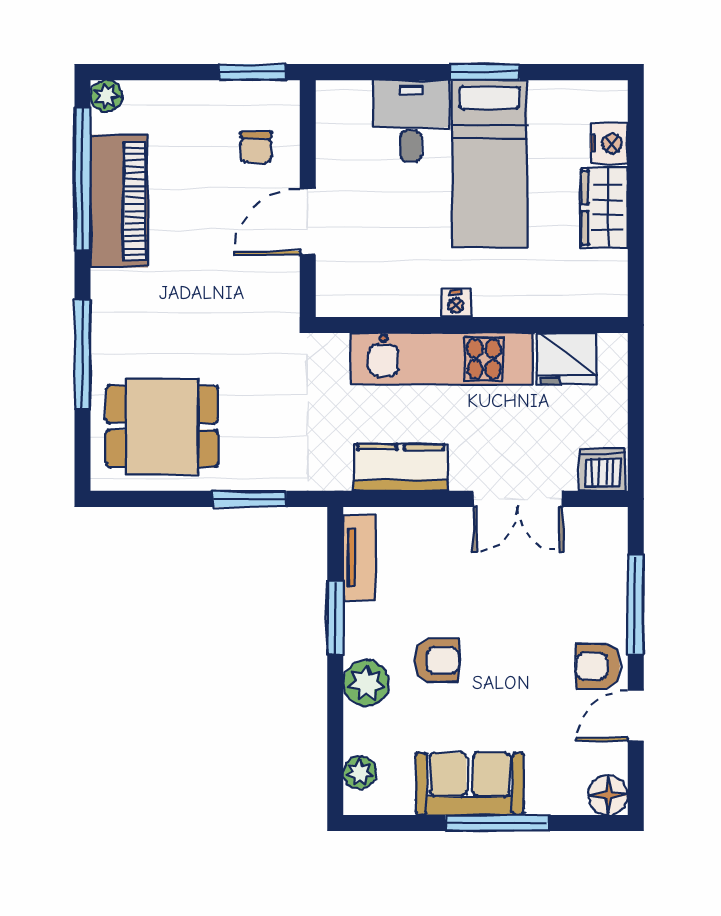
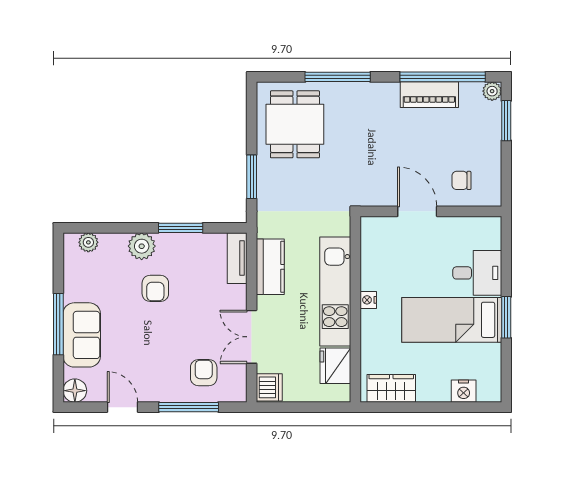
window: (252, 72) -> (506, 121), moved
piano: (119, 201) -> (429, 95), width x0.73, depth x0.75
wardrobe: (604, 208) -> (391, 388), moved
tv unit: (360, 558) -> (237, 258), moved, turned 90
armchair: (598, 666) -> (204, 373), moved
sofa: (470, 784) -> (82, 335), moved

